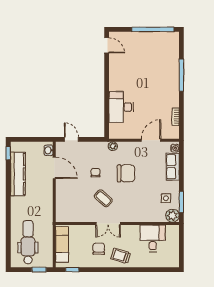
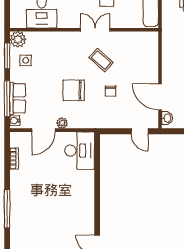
desk: (121, 107) -> (80, 151), moved
plant: (113, 146) -> (62, 123), moved
window: (181, 166) -> (7, 99), added

